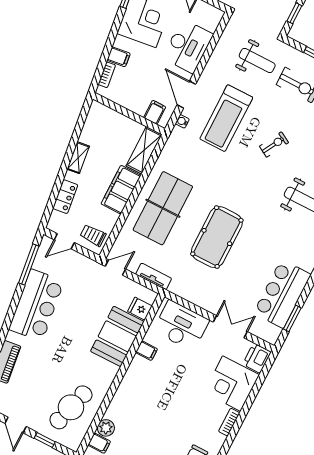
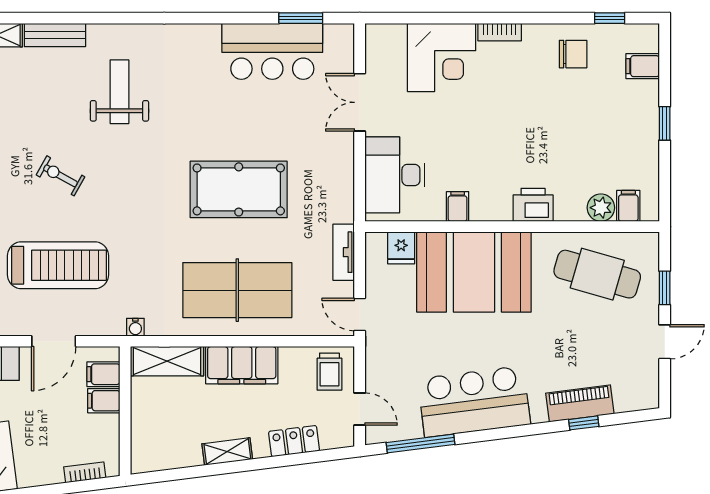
filing cabinet: (119, 57) -> (104, 401), moved, turned -83
water cooler: (182, 121) -> (135, 327), moved
booth: (117, 336) -> (474, 272), width x1.36, depth x1.42
printer: (257, 358) -> (533, 205), moved, turned 180

